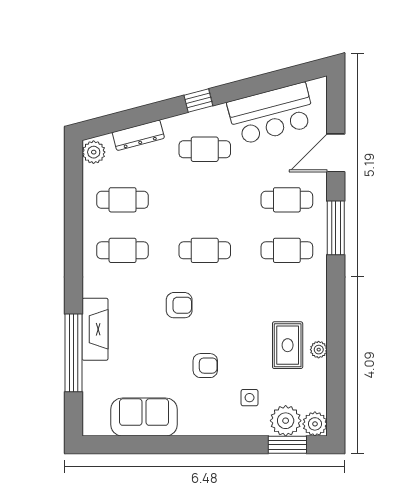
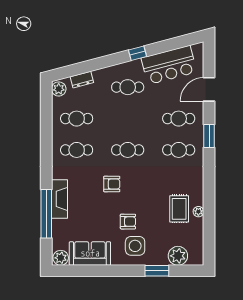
window: (198, 100) -> (138, 53), moved
dresser: (138, 135) -> (82, 80), width x0.70
window: (336, 228) -> (209, 136), width x0.69
side table: (250, 398) -> (135, 246), moved, width x1.87, depth x1.87
plant: (315, 424) -> (61, 258), moved
window: (287, 445) -> (157, 271), moved

